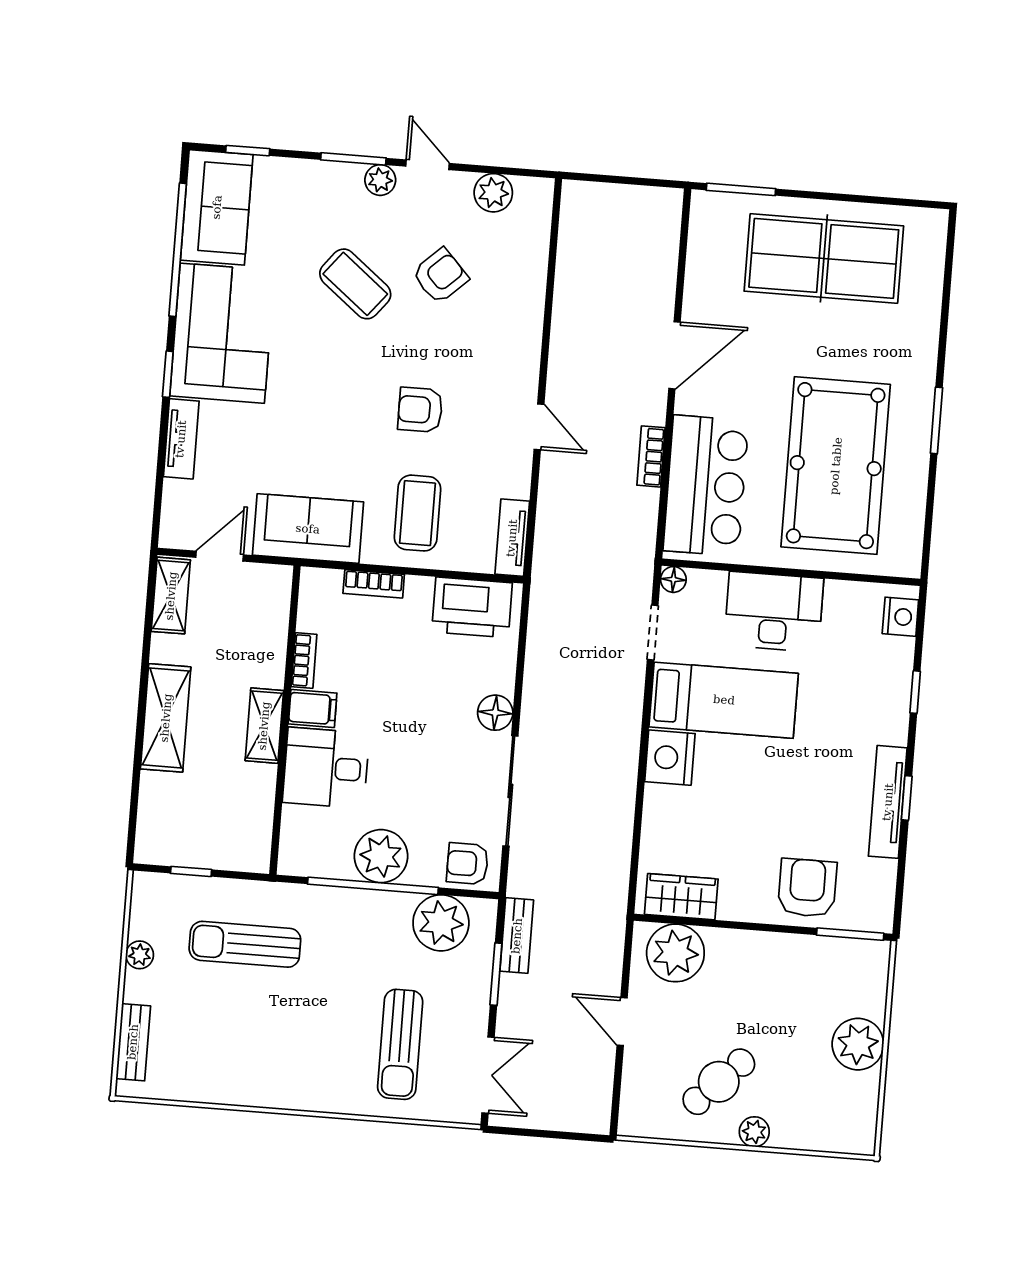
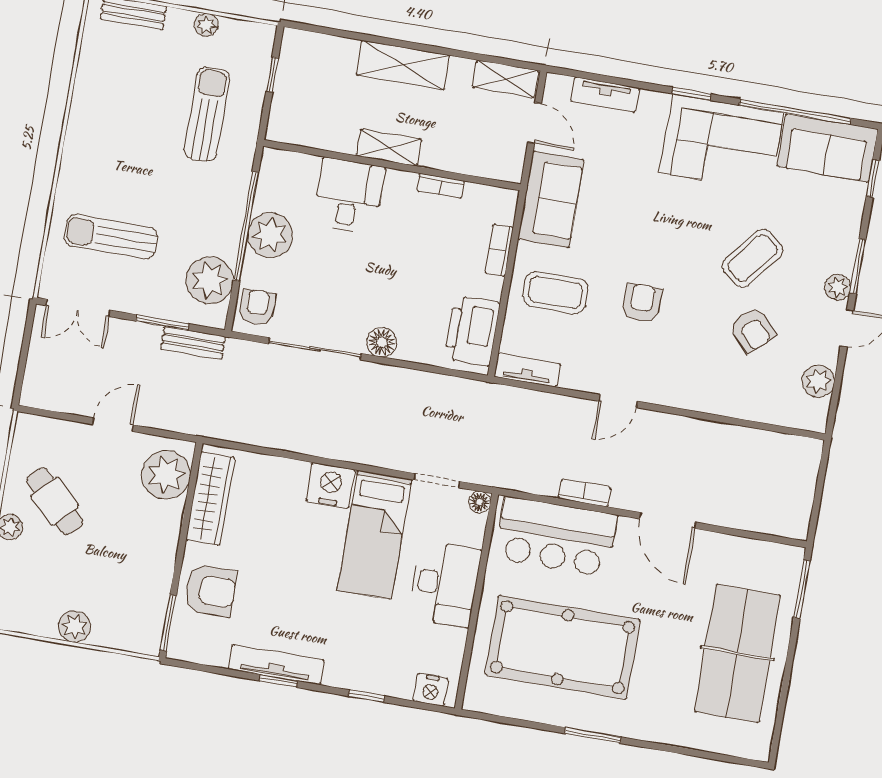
tv unit: (181, 439) -> (605, 95), moved
filing cabinet: (313, 709) -> (399, 189), removed
wardrobe: (681, 897) -> (210, 499), width x1.50
plant: (858, 1044) -> (74, 626), width x0.73, depth x0.73

